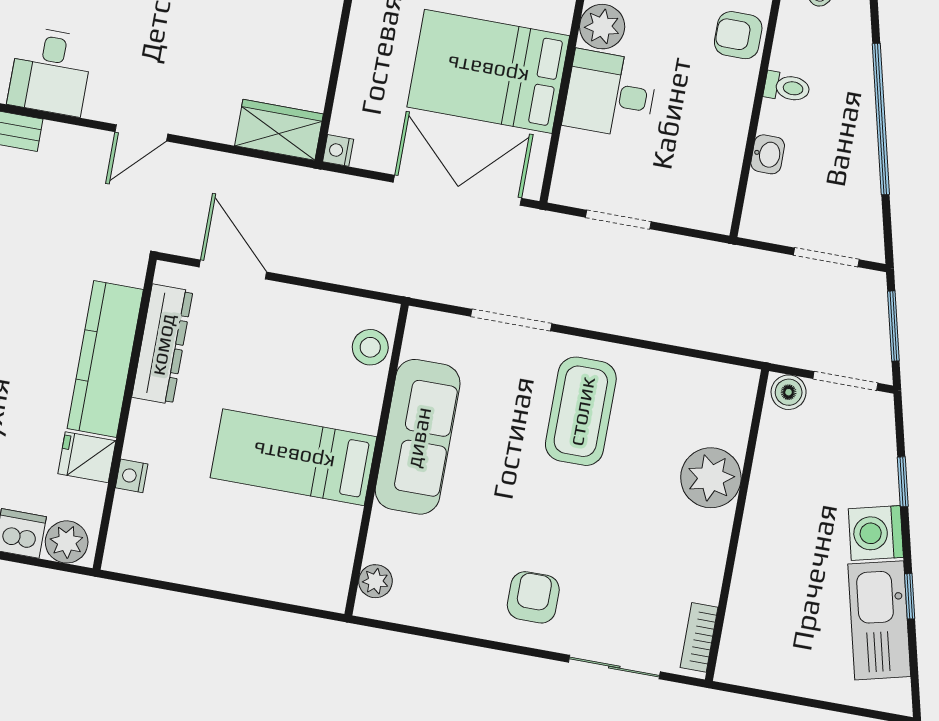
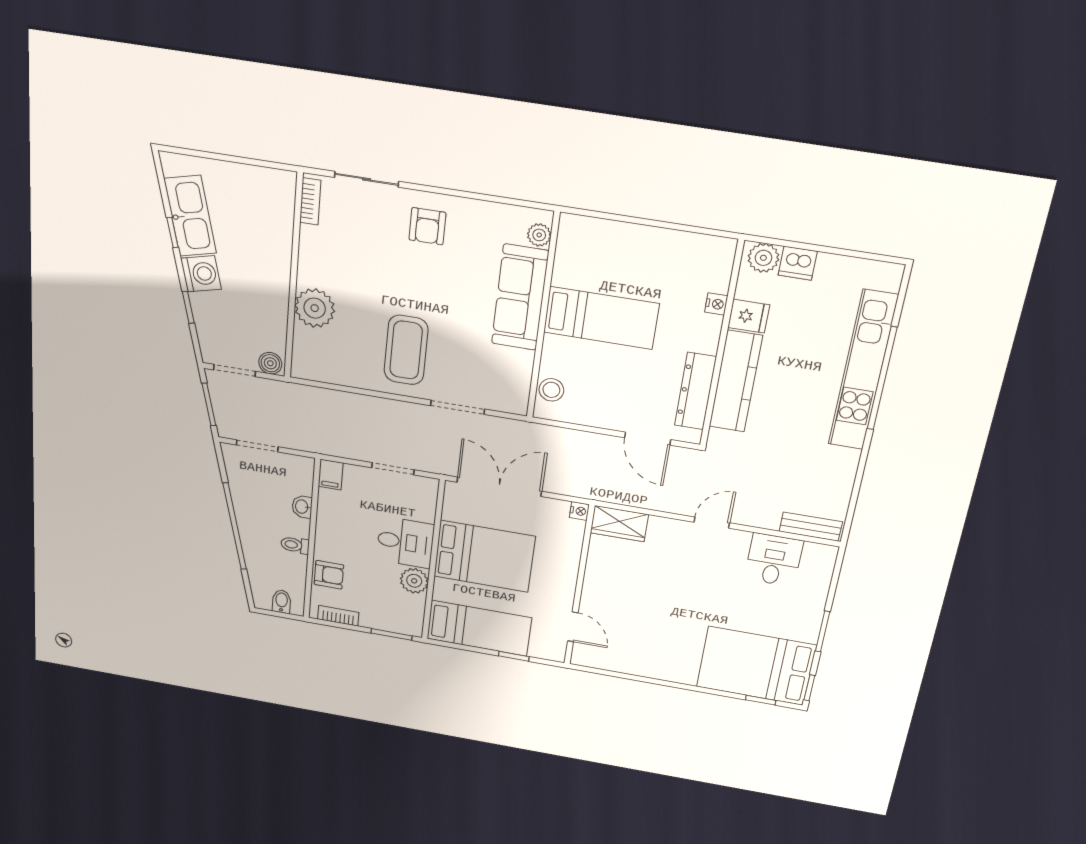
double door: (457, 190) -> (499, 487), swing flipped
filing cabinet: (716, 209) -> (331, 475), added
sofa: (418, 437) -> (520, 297), moved

